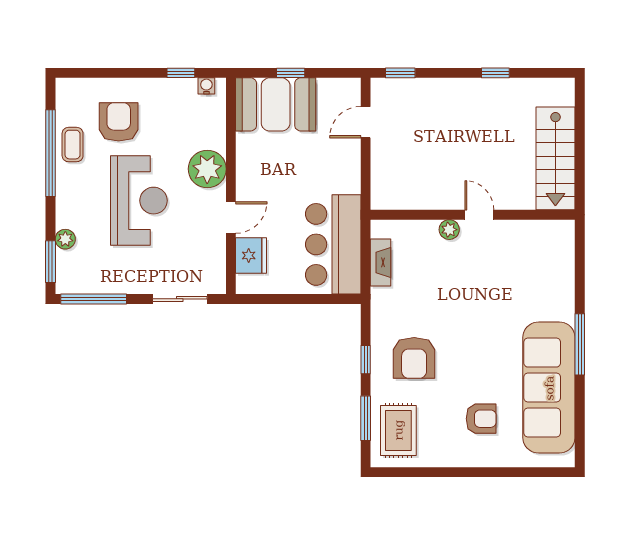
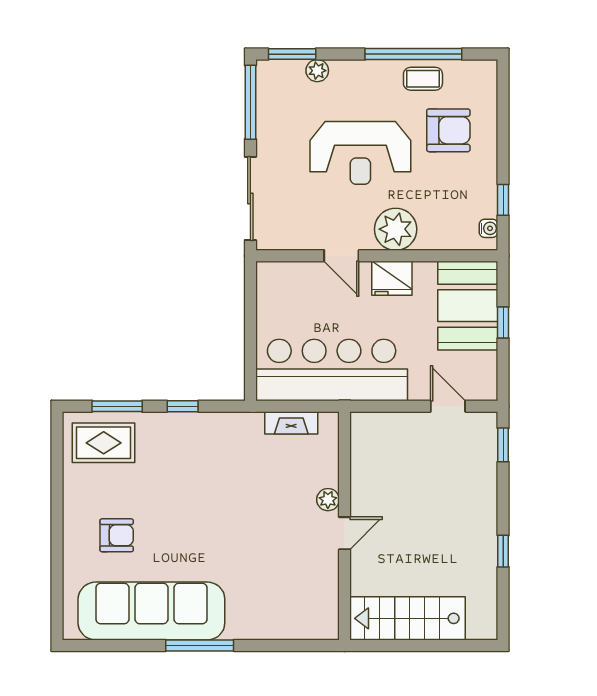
bar counter: (333, 244) -> (332, 370), width x1.36
fridge: (251, 255) -> (392, 278), moved
sliding door: (180, 299) -> (250, 199), width x1.37
armchair: (414, 358) -> (185, 460), removed
armchair: (481, 419) -> (117, 535), turned -90

